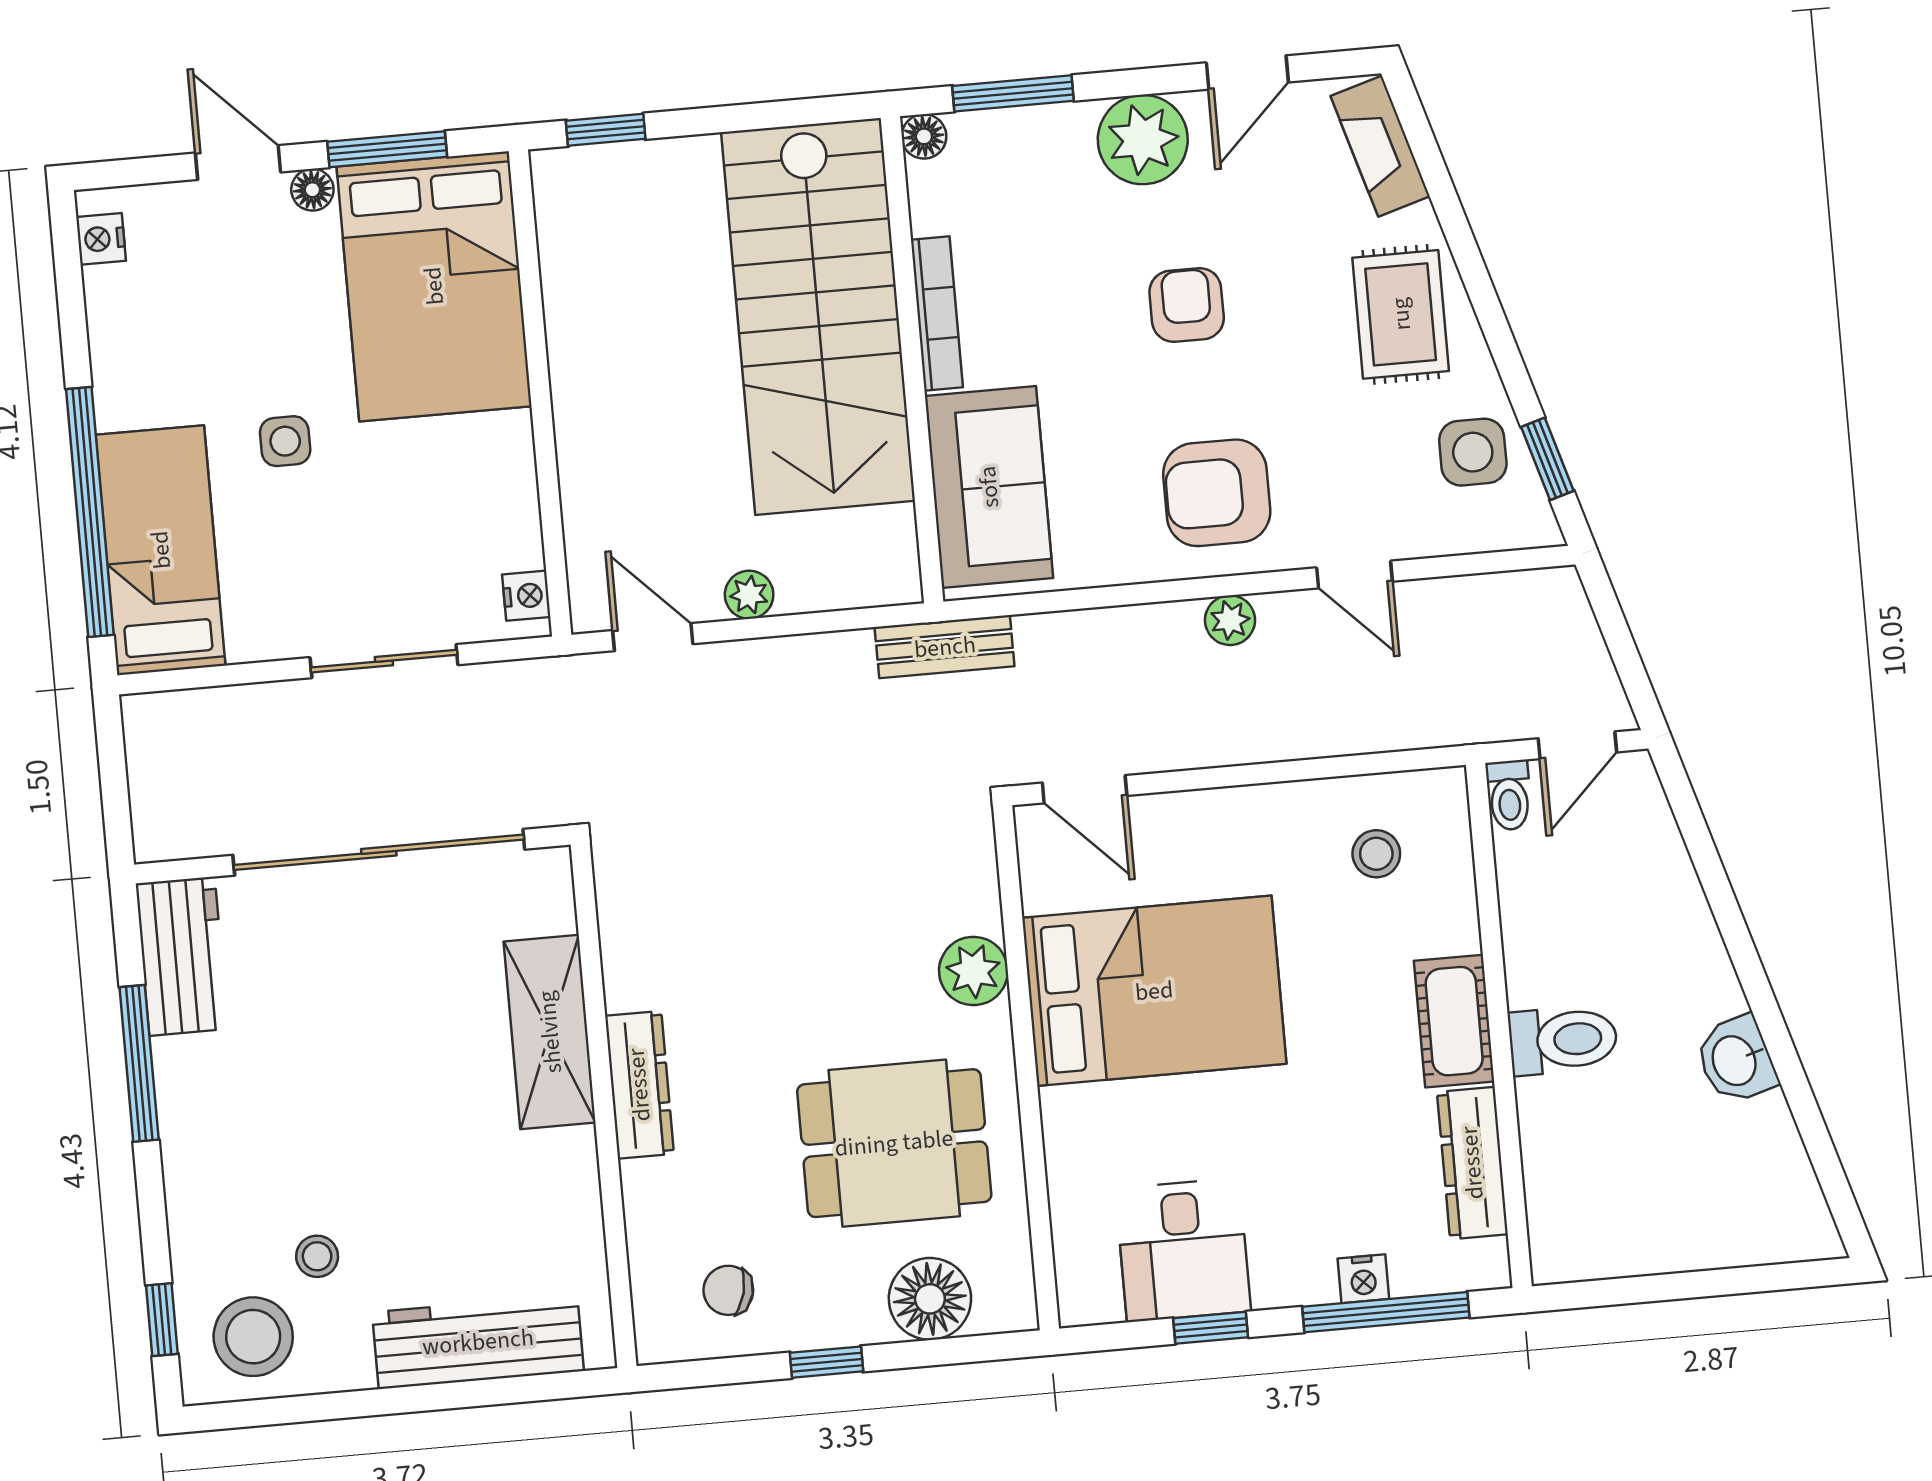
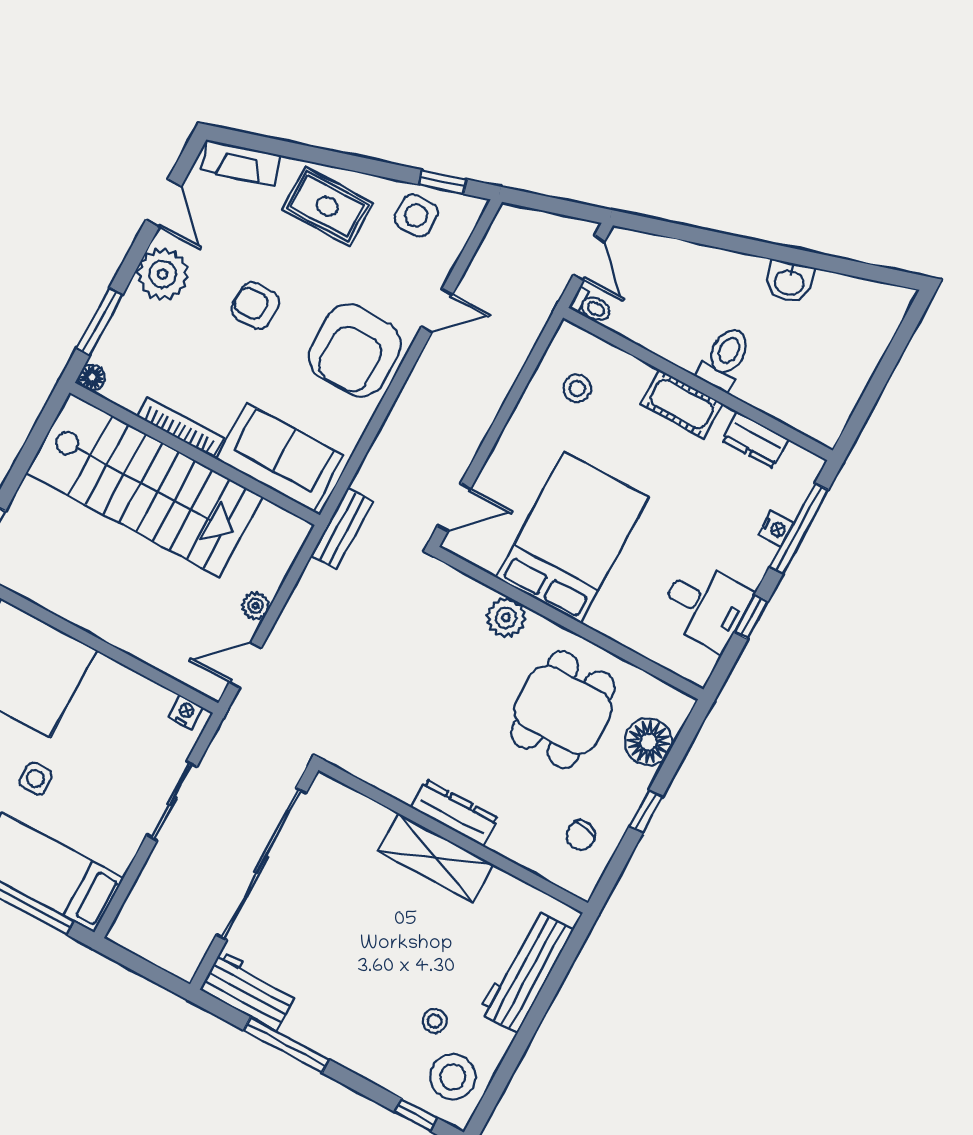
armchair: (1217, 493) -> (355, 350), width x1.36, depth x1.36
plant: (1230, 620) -> (420, 384), removed
shelving: (550, 1032) -> (436, 858), moved
dresser: (1472, 1163) -> (755, 440), width x0.70

